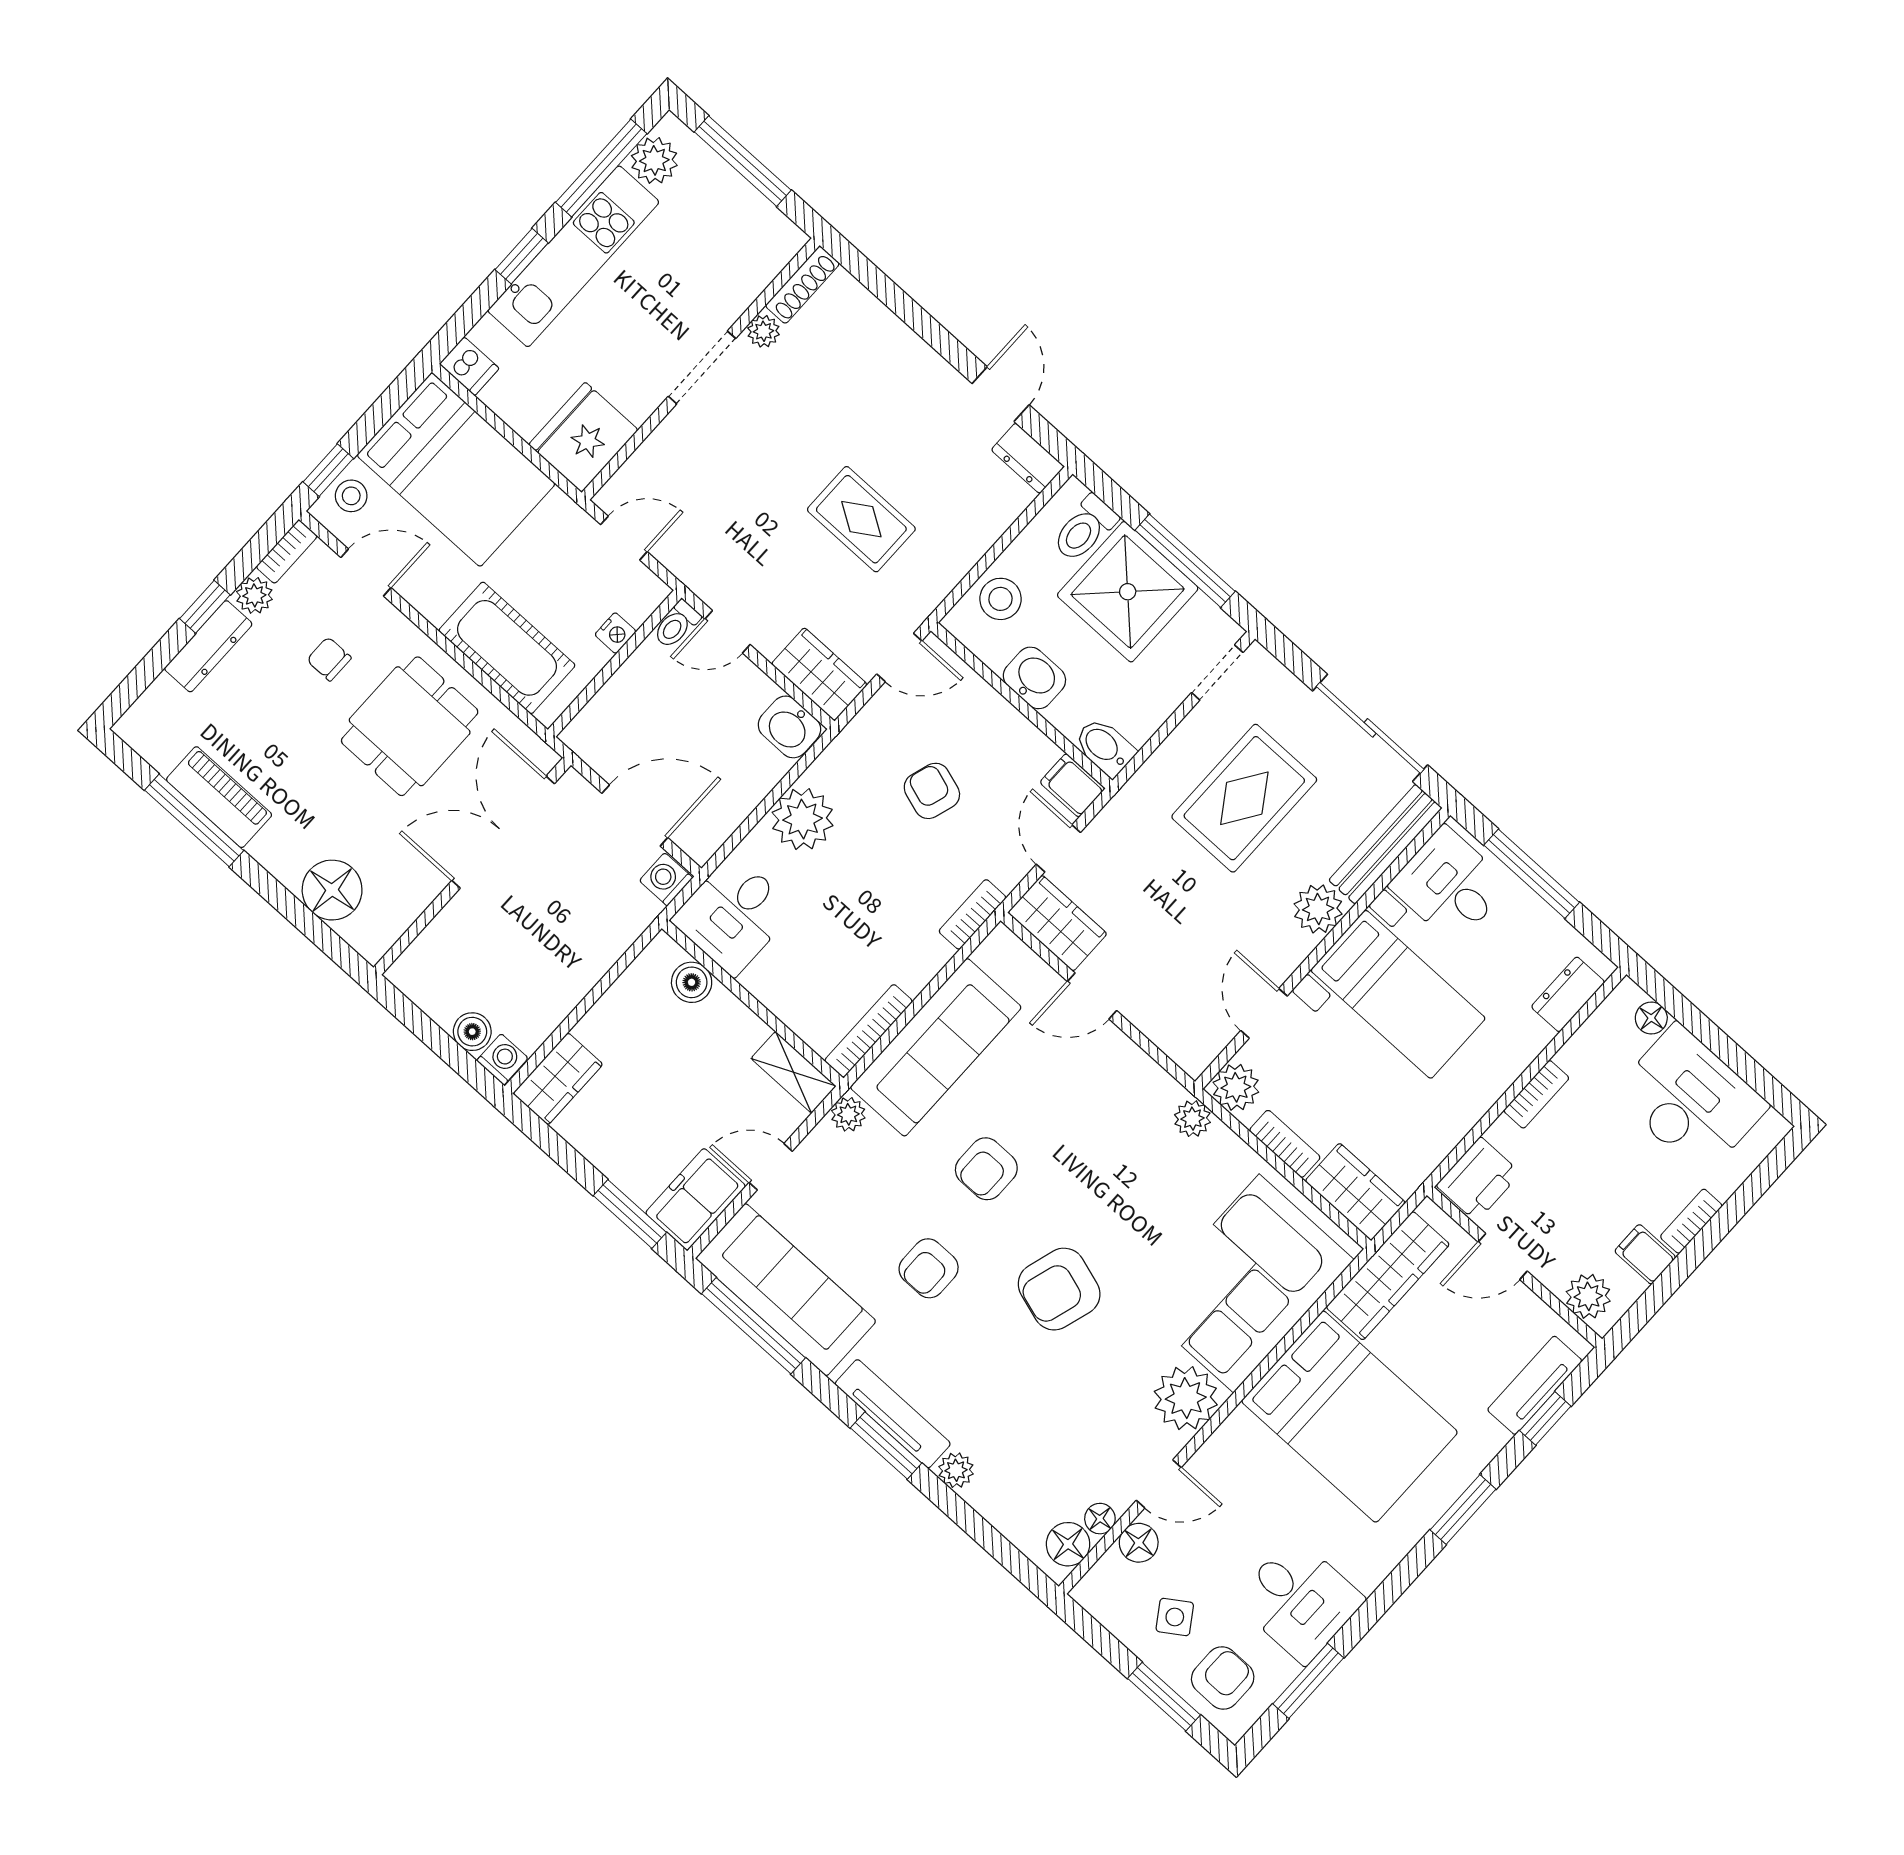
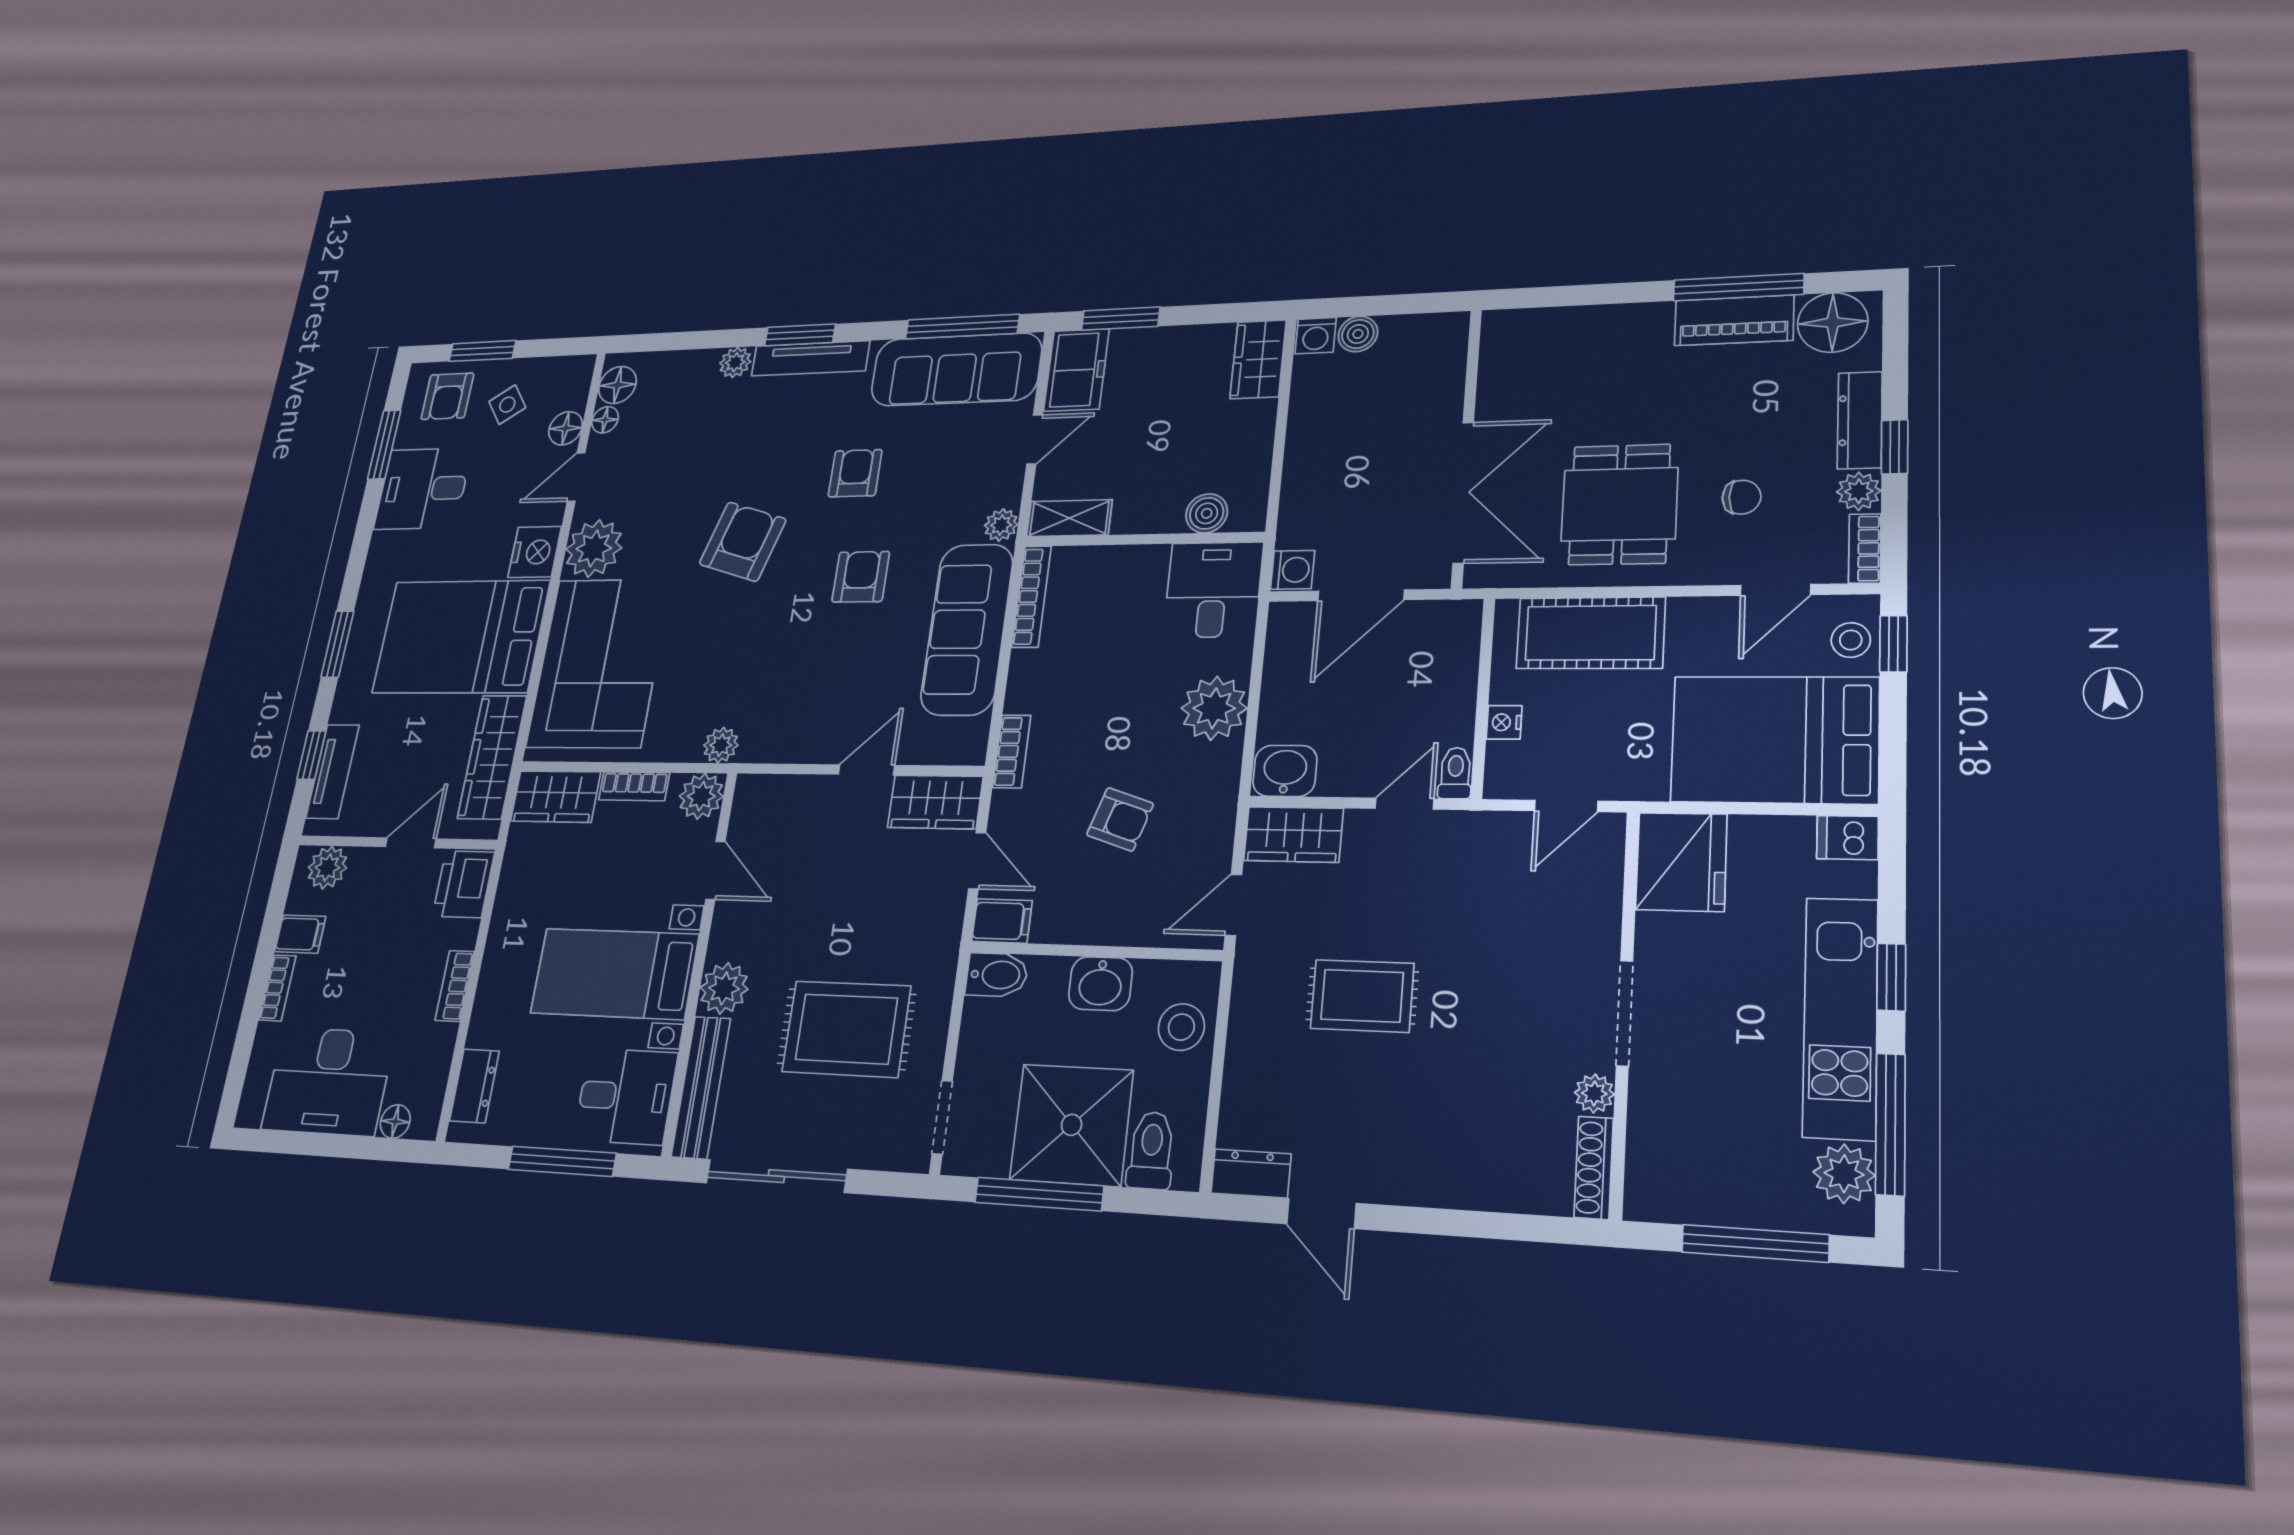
rug: (1244, 798) -> (846, 1029), turned 90
floor lamp: (332, 890) -> (1833, 322), moved
nightstand: (1238, 1442) -> (535, 552), added

